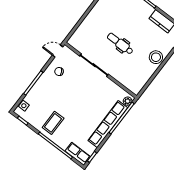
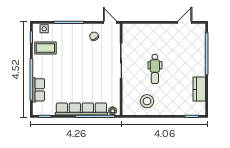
dental chair: (120, 44) -> (155, 69), turned 180
stool: (156, 57) -> (147, 101), moved
coffee table: (53, 123) -> (45, 48), moved
row of seats: (78, 154) -> (38, 90), moved

